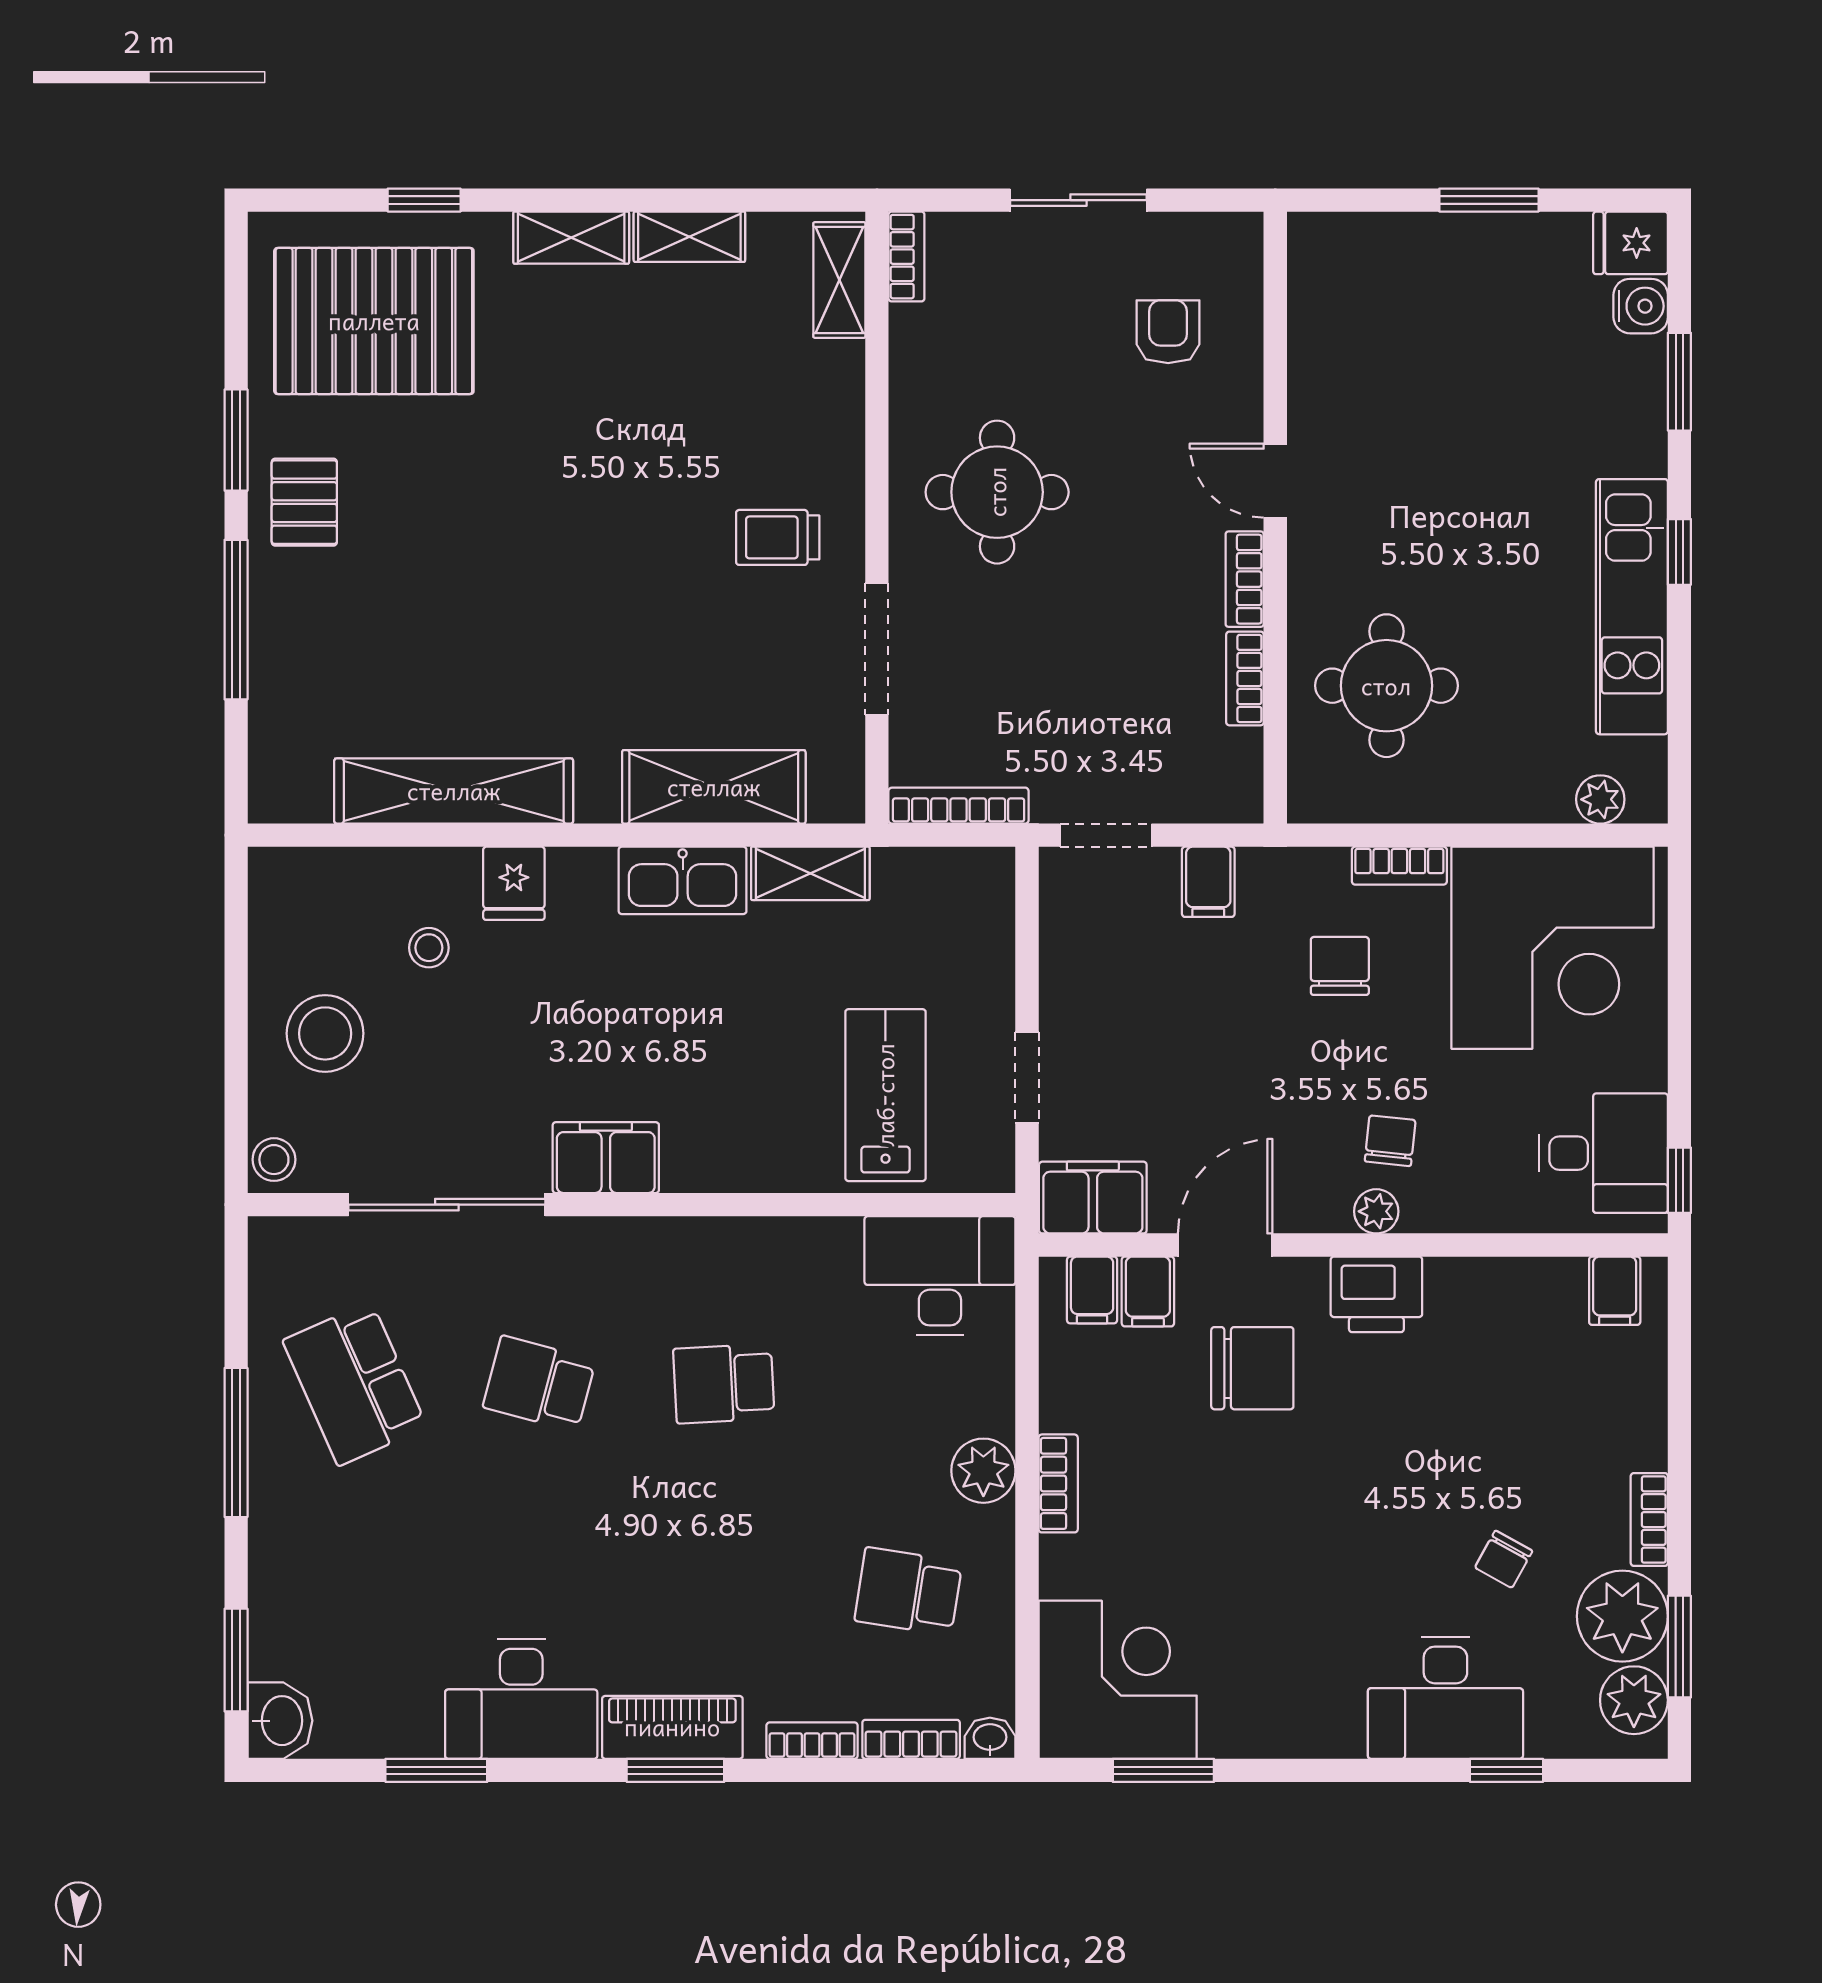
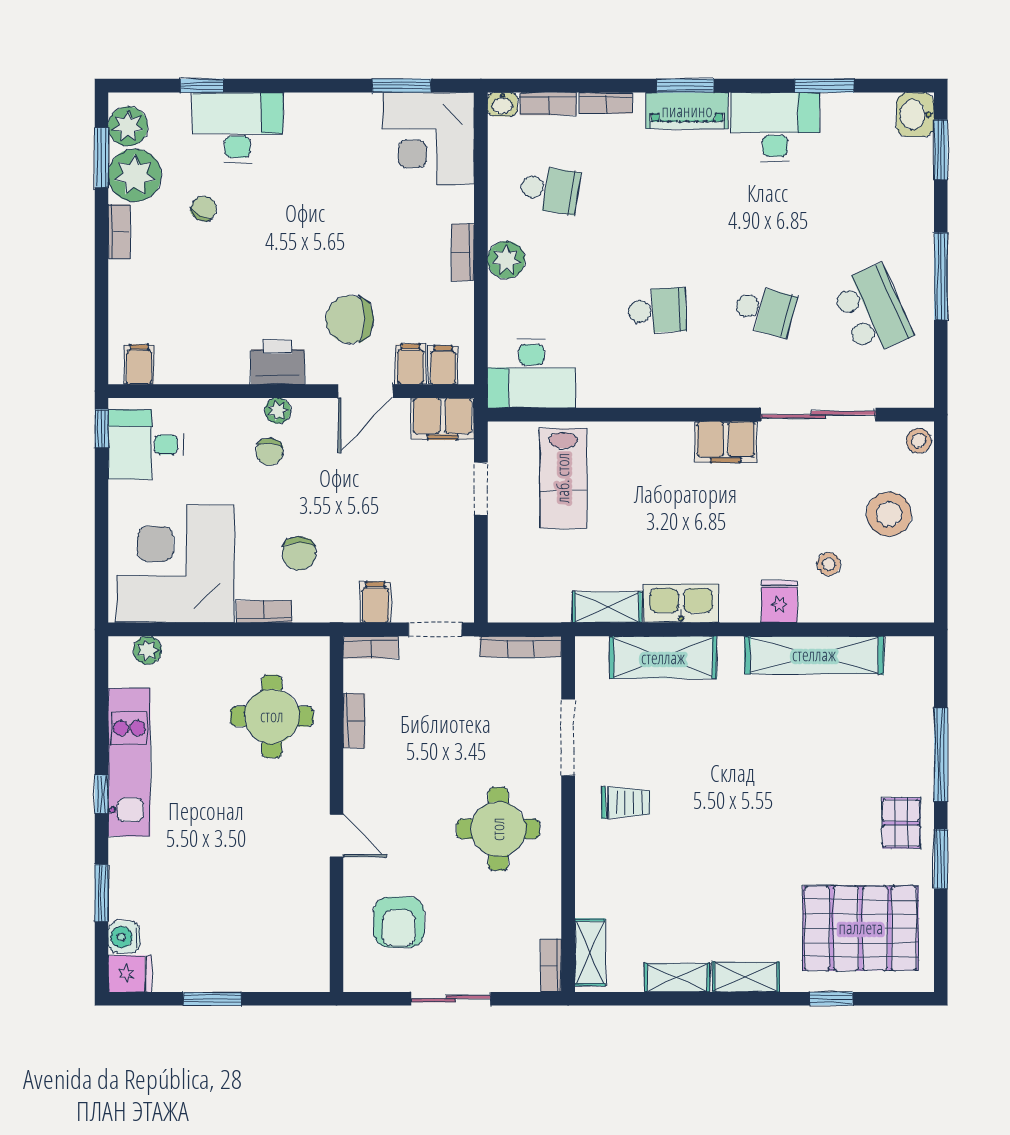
armchair: (1168, 332) -> (399, 922), width x1.38, depth x1.38
bookcase: (1245, 579) -> (371, 647), moved, turned 90

